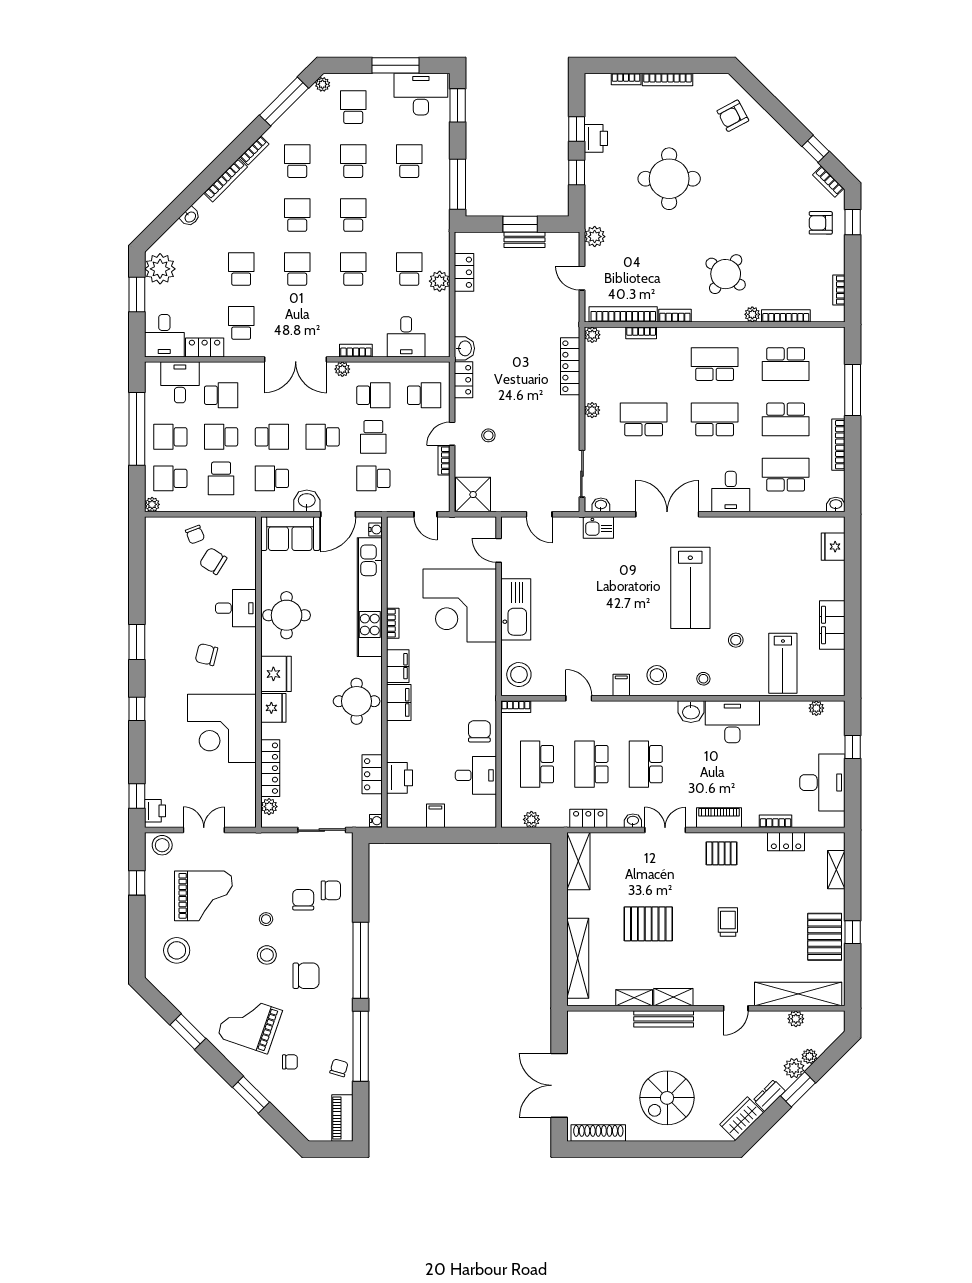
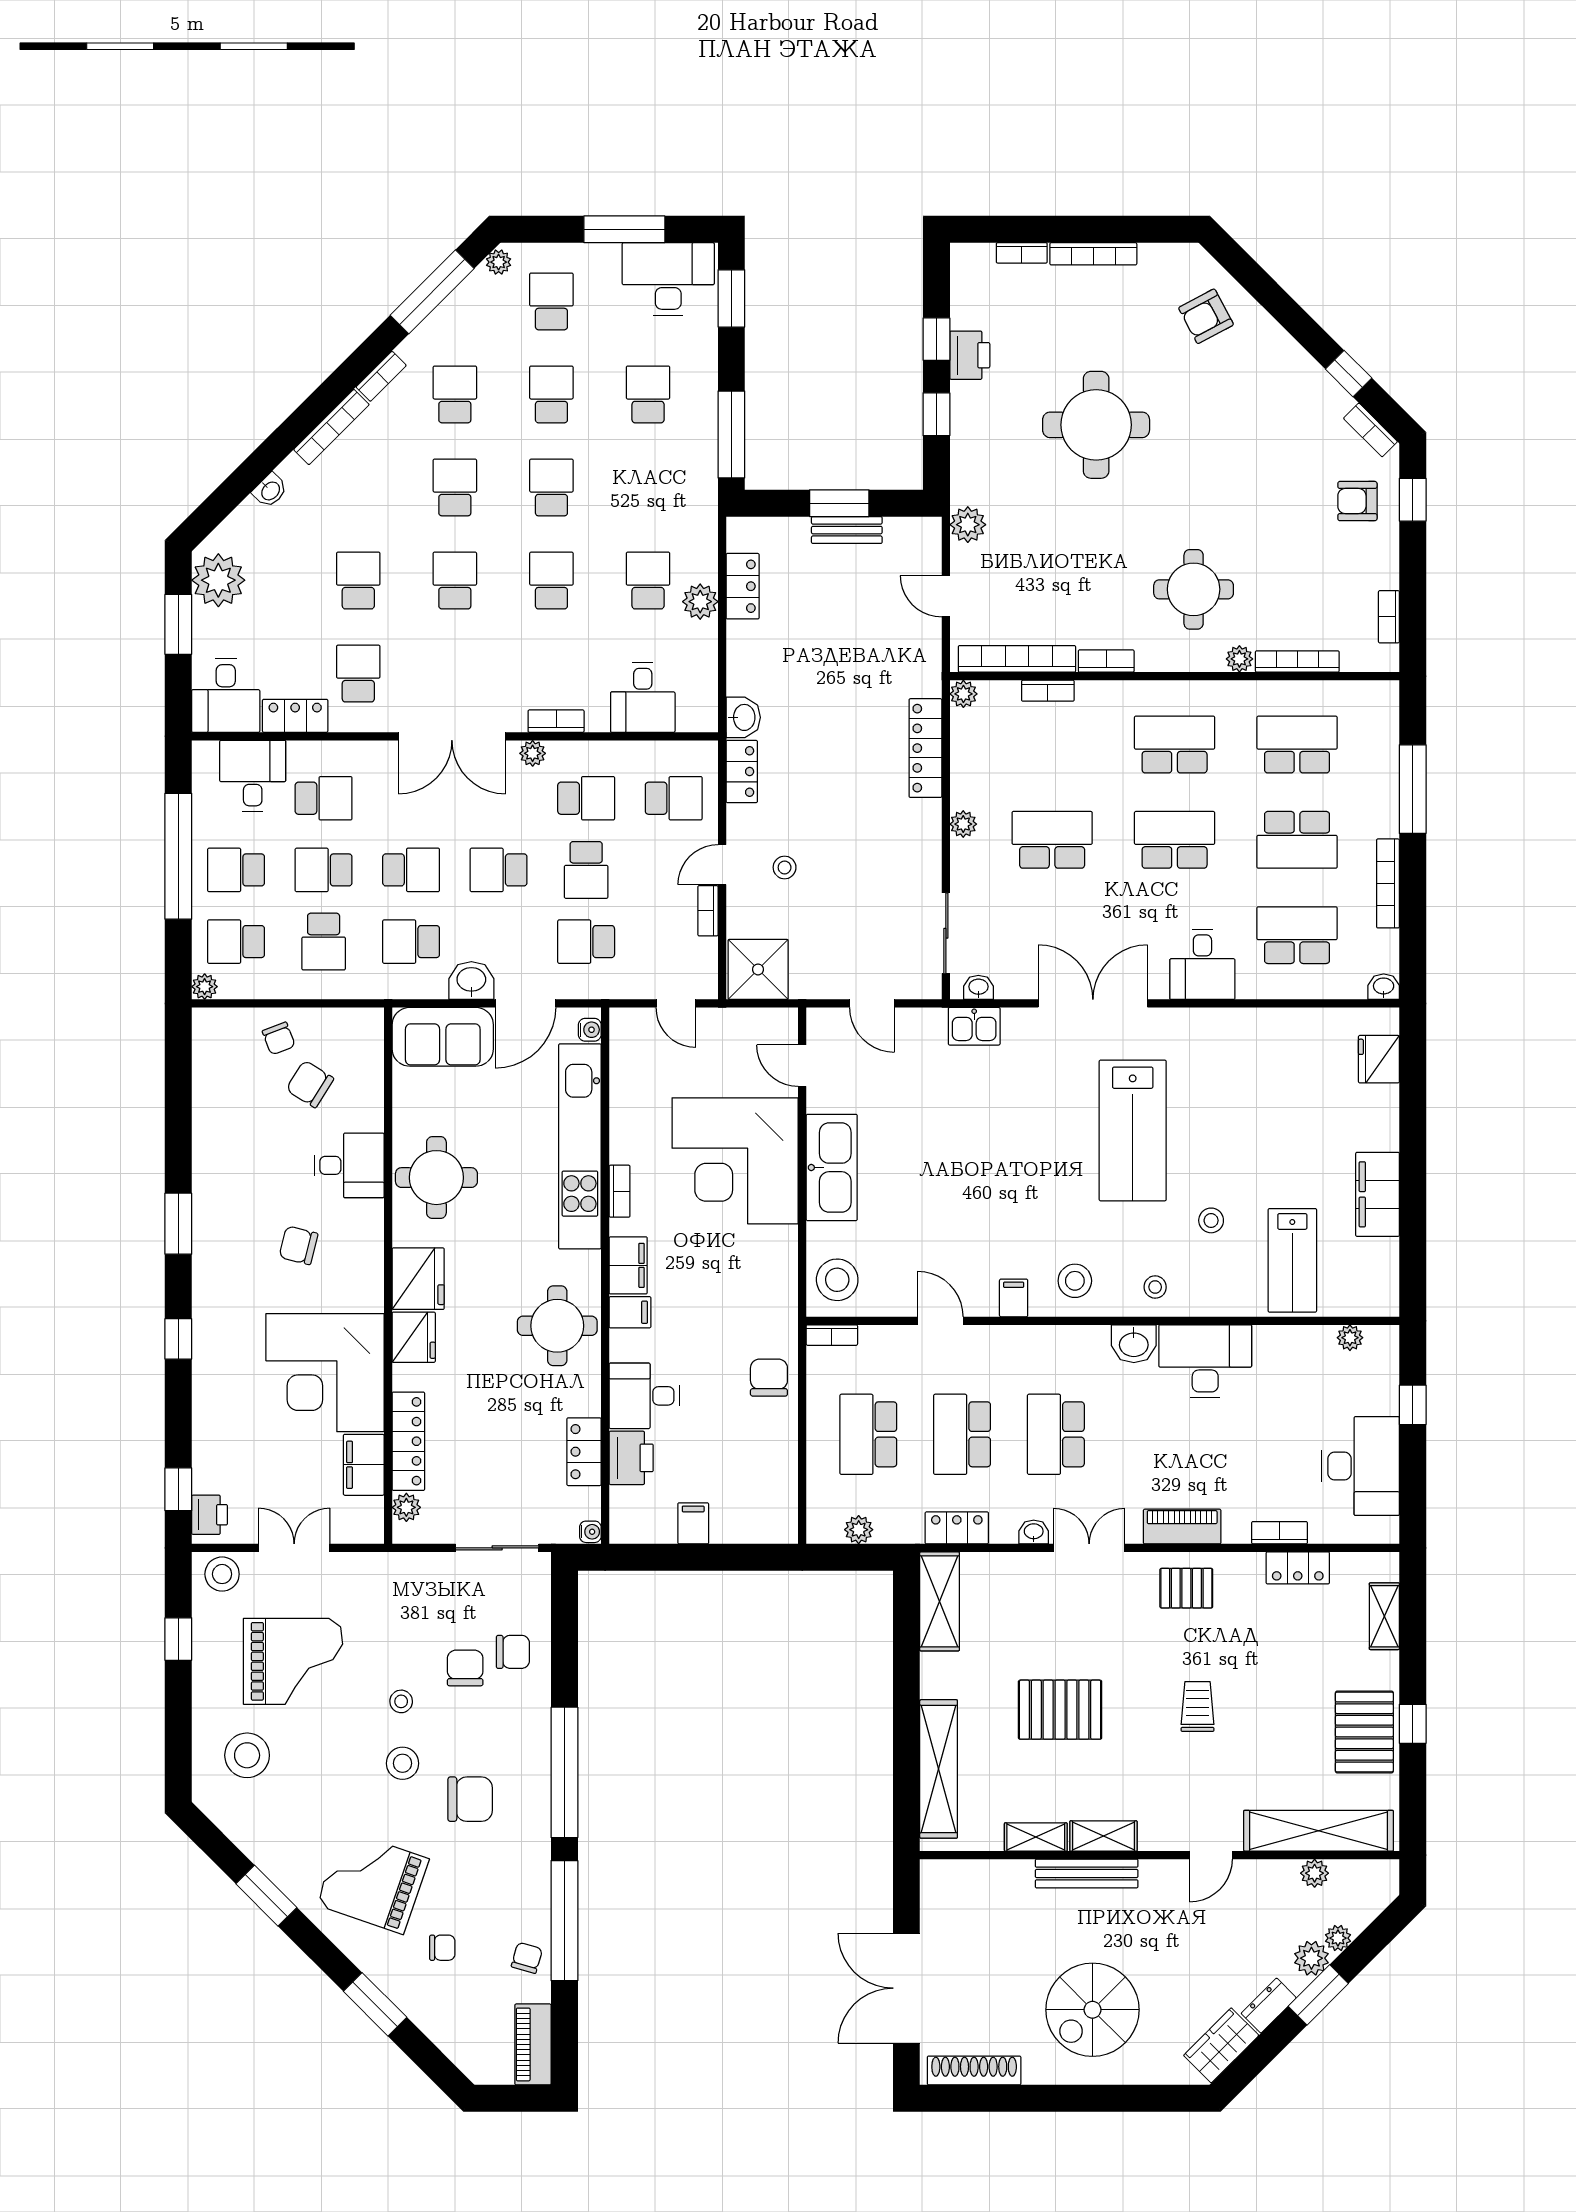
round table: (726, 274) -> (1194, 589), turned -37
school desk: (786, 364) -> (1297, 745), turned 180
filing cabinet: (399, 702) -> (630, 1312), width x0.50
desk: (476, 775) -> (644, 1396), moved, turned 180
filing cabinet: (244, 782) -> (364, 1465), added

